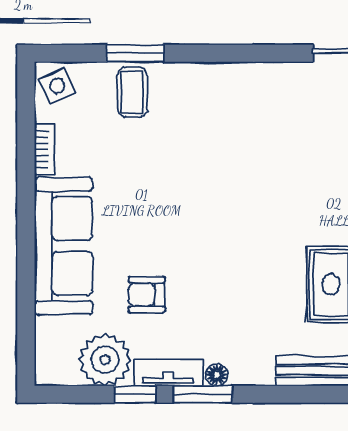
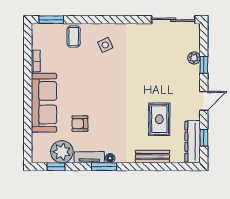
window: (135, 53) -> (51, 20), moved
side table: (57, 86) -> (105, 45), moved
window: (135, 394) -> (56, 167), moved

